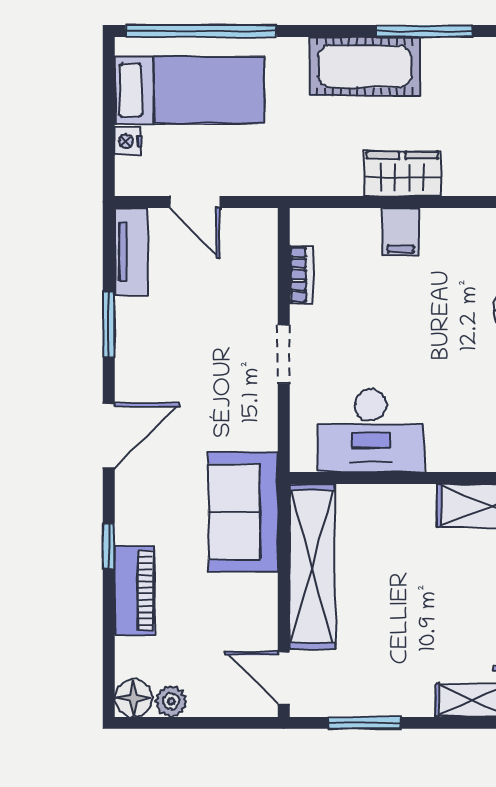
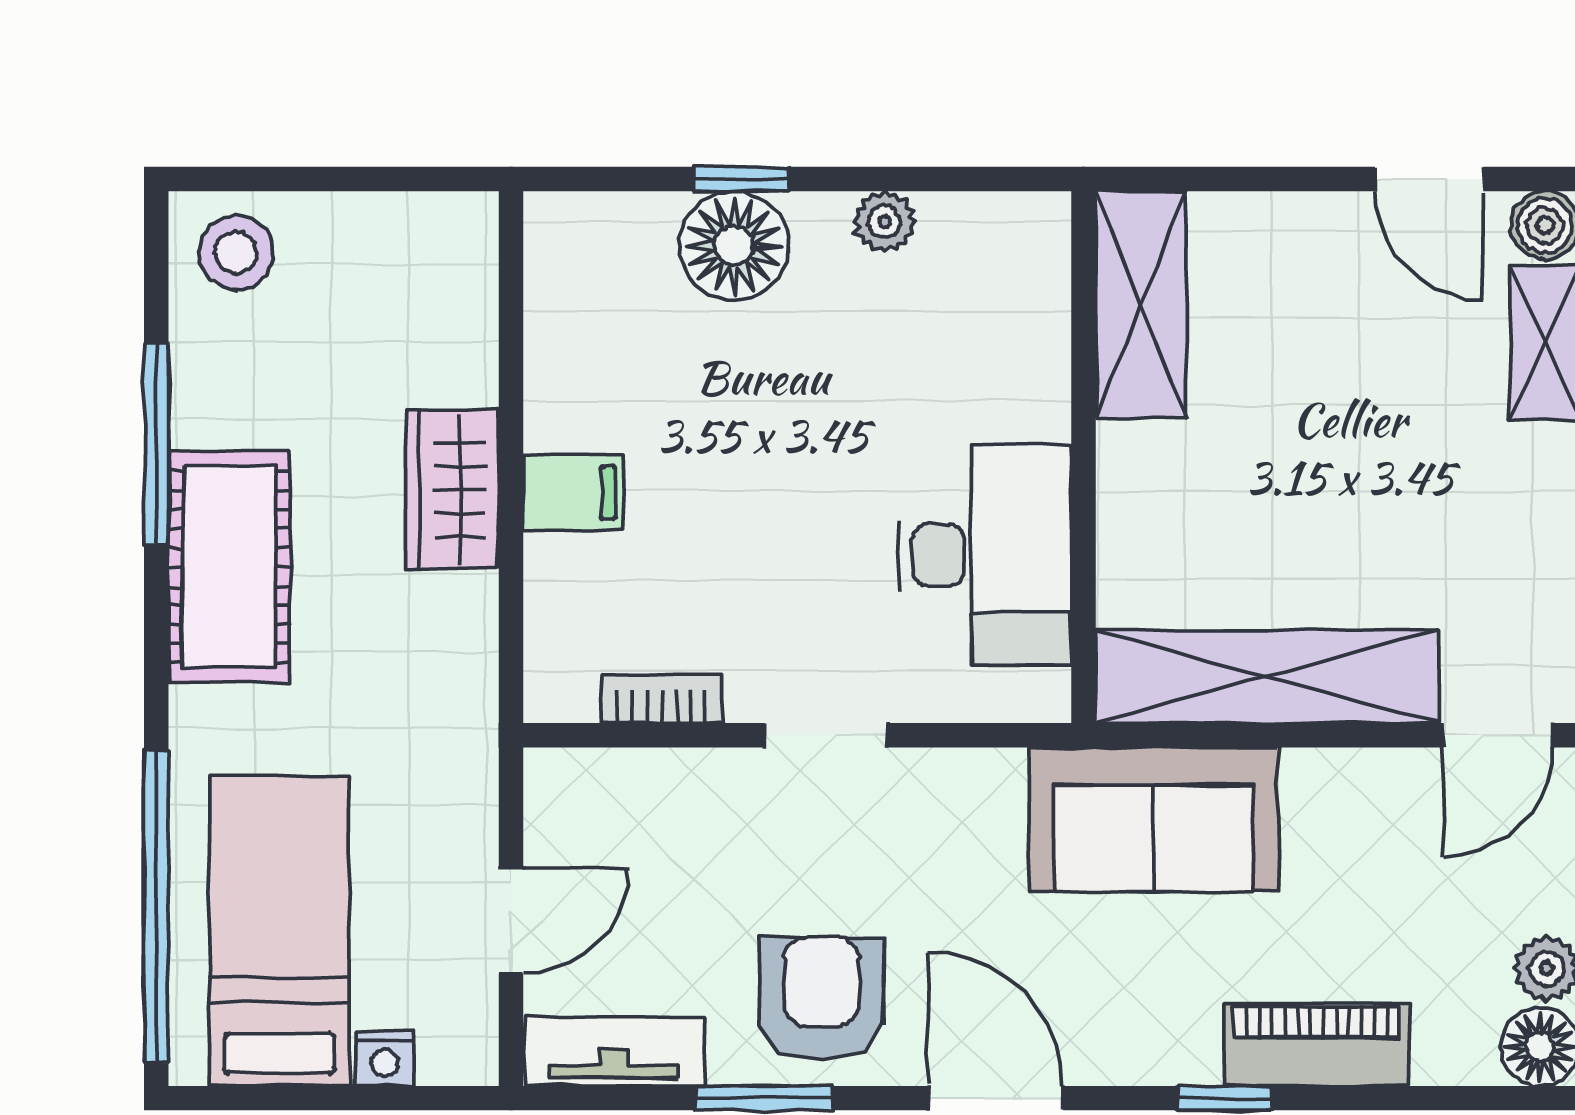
armchair: (157, 352) -> (822, 999), added

